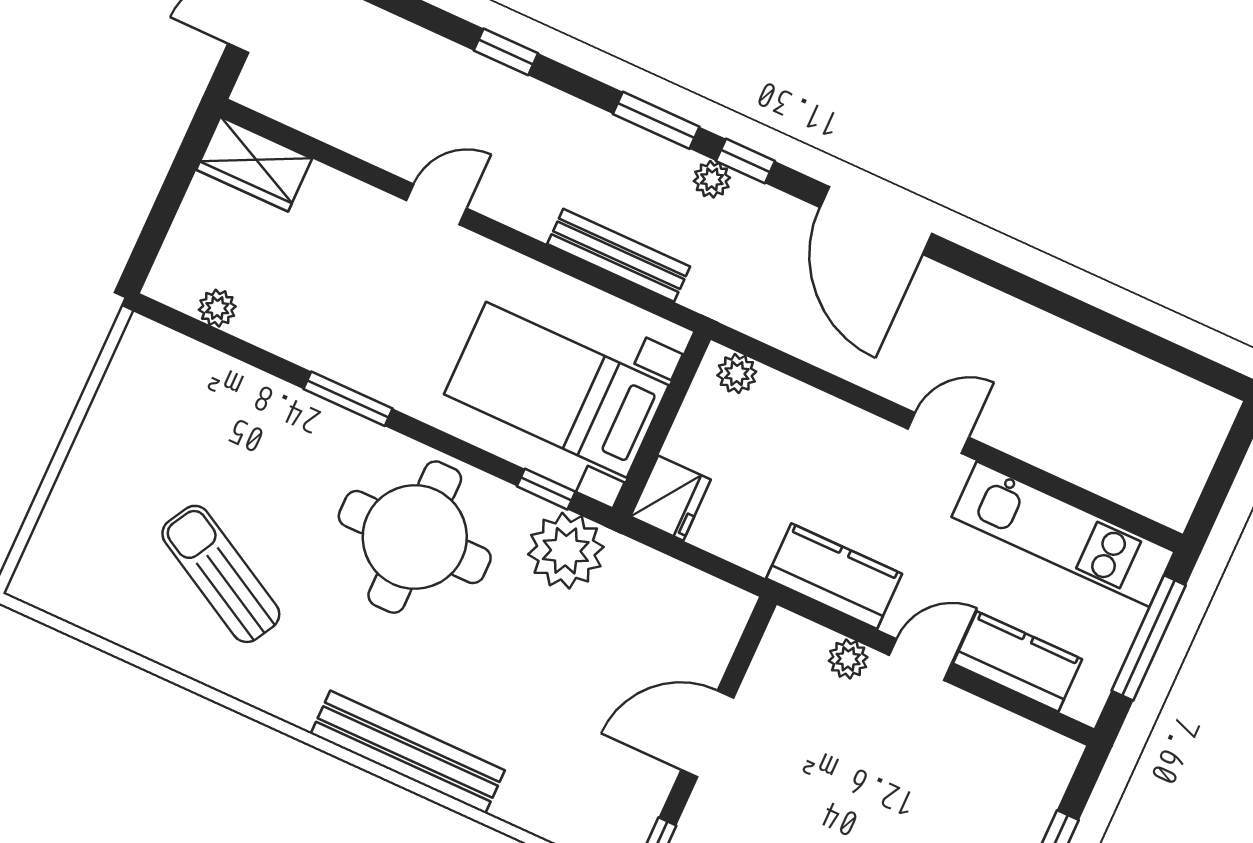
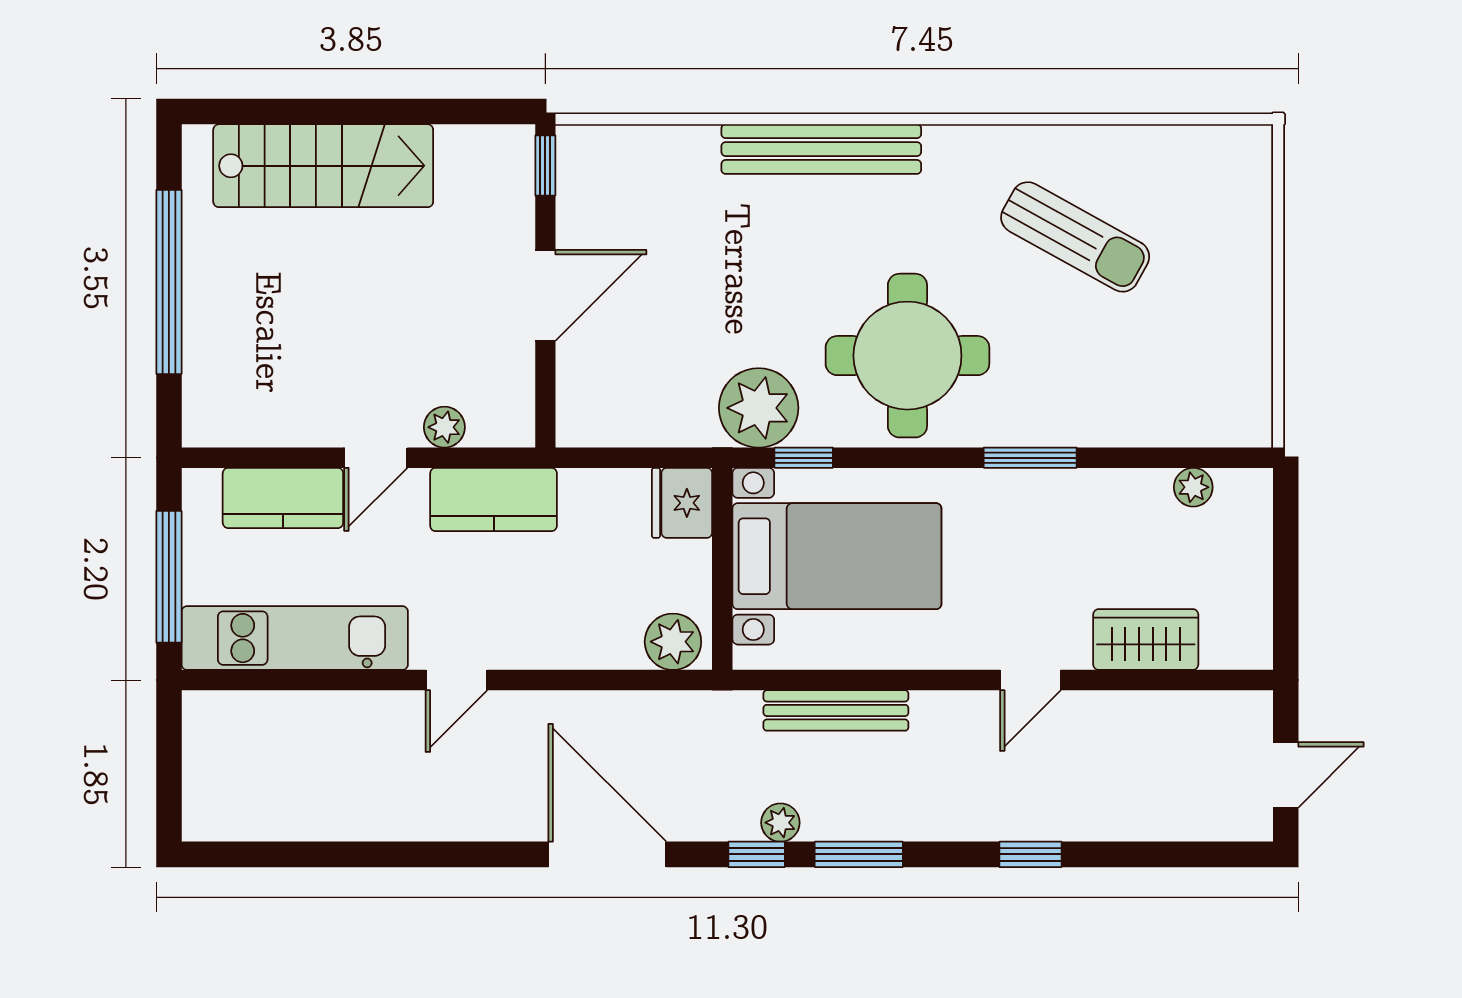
wardrobe: (254, 164) -> (1146, 639), moved
plant: (737, 374) -> (673, 642), width x1.38, depth x1.38

